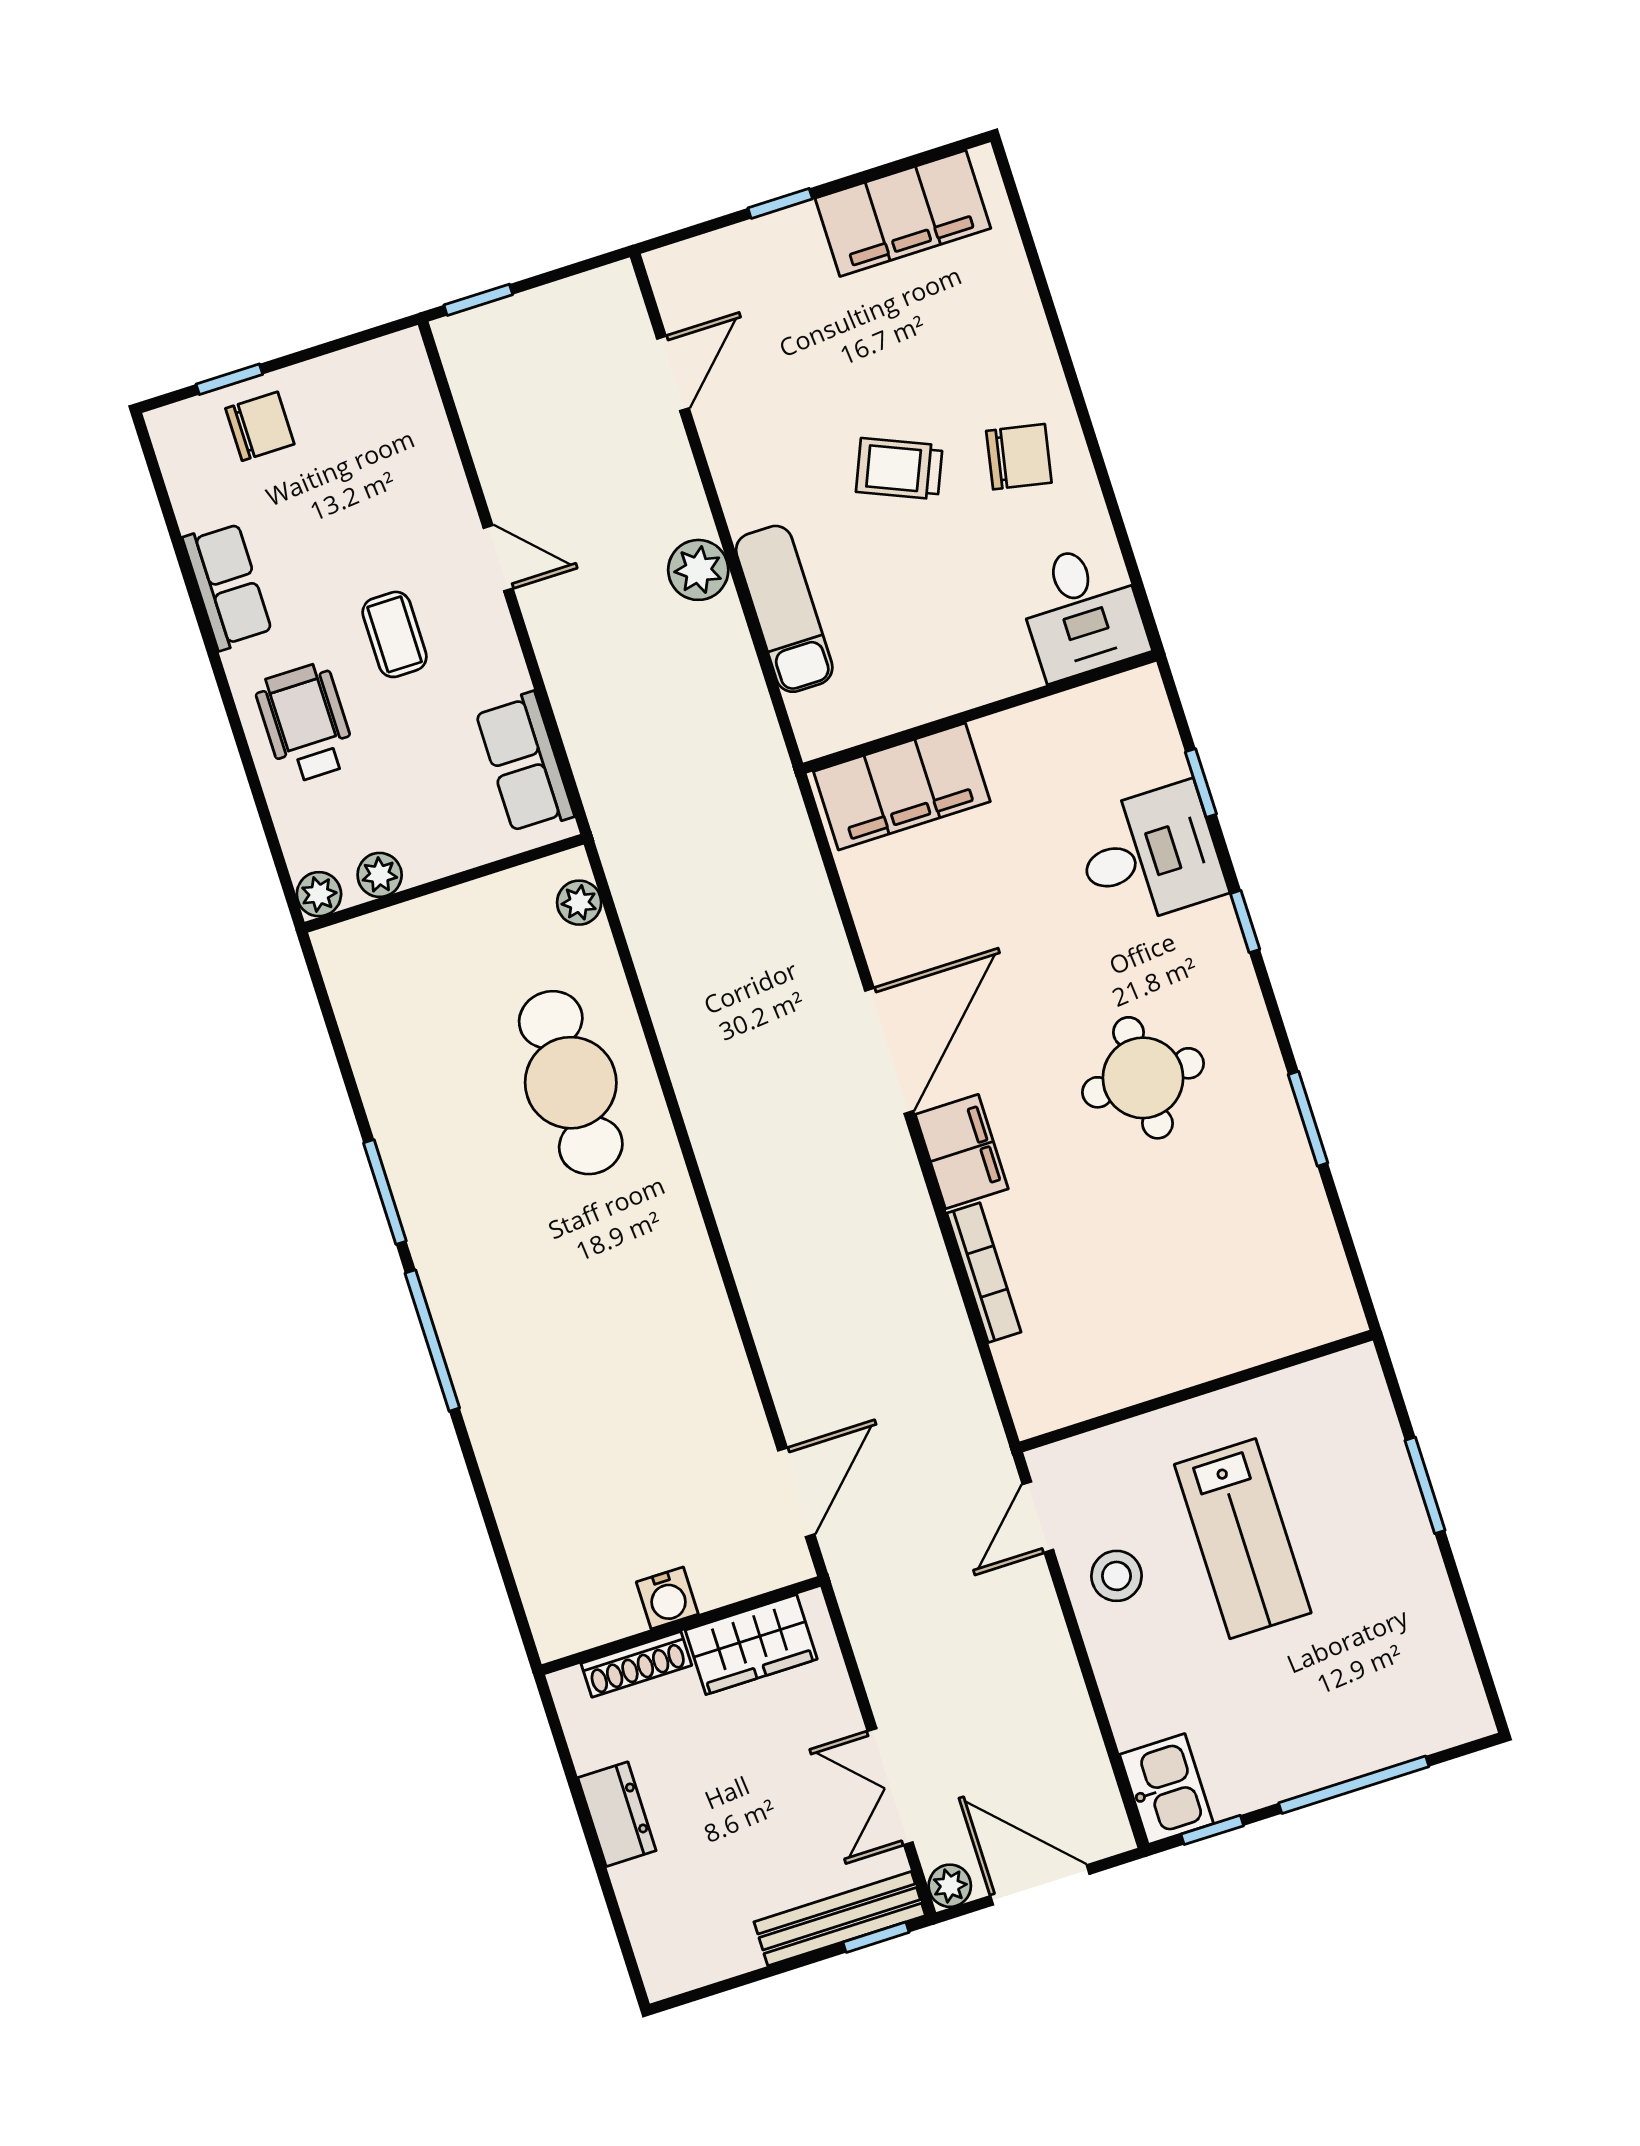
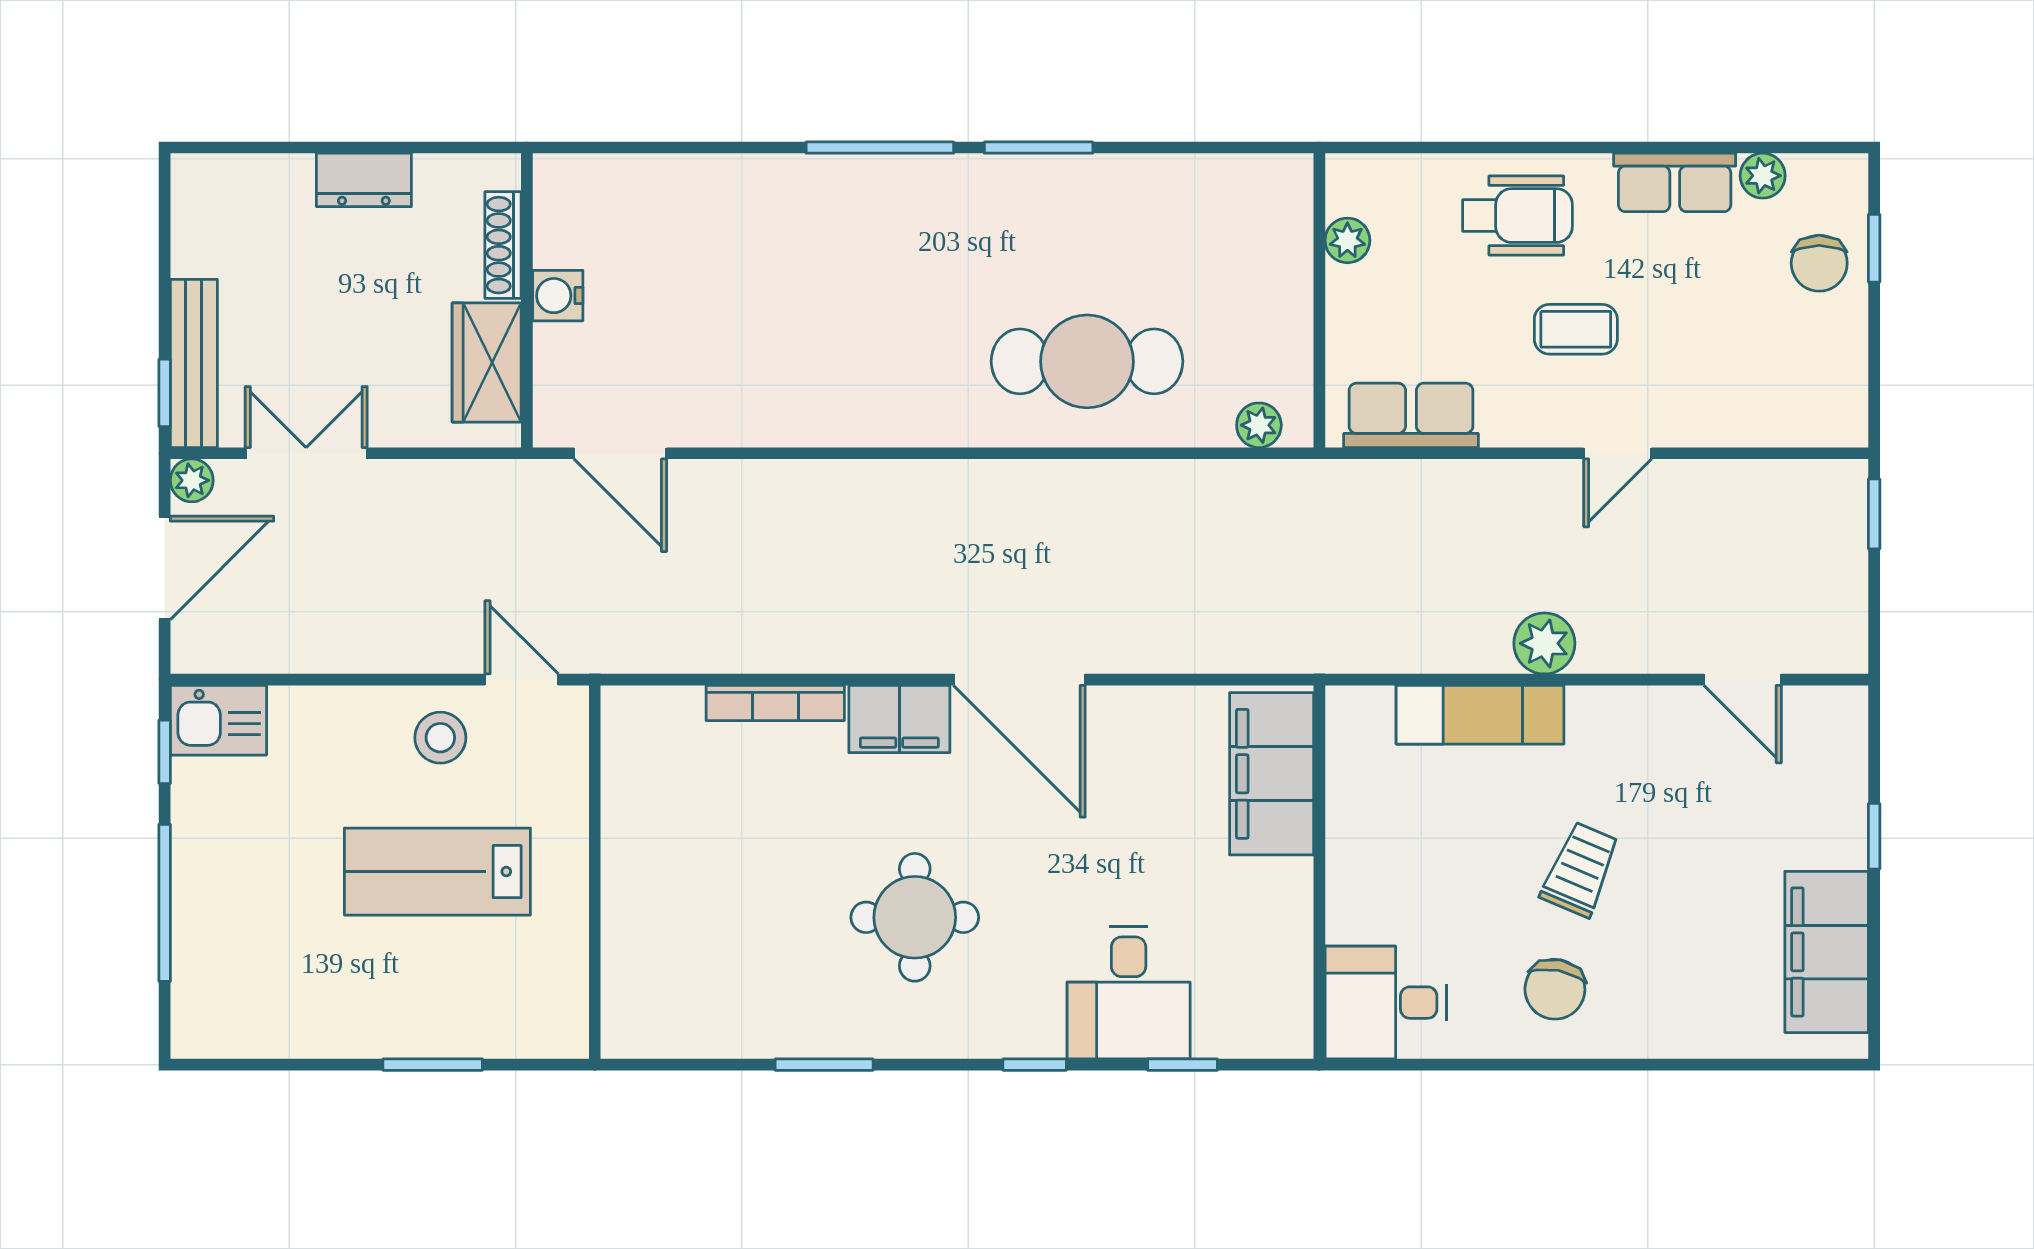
plant: (319, 894) -> (1763, 176), moved

